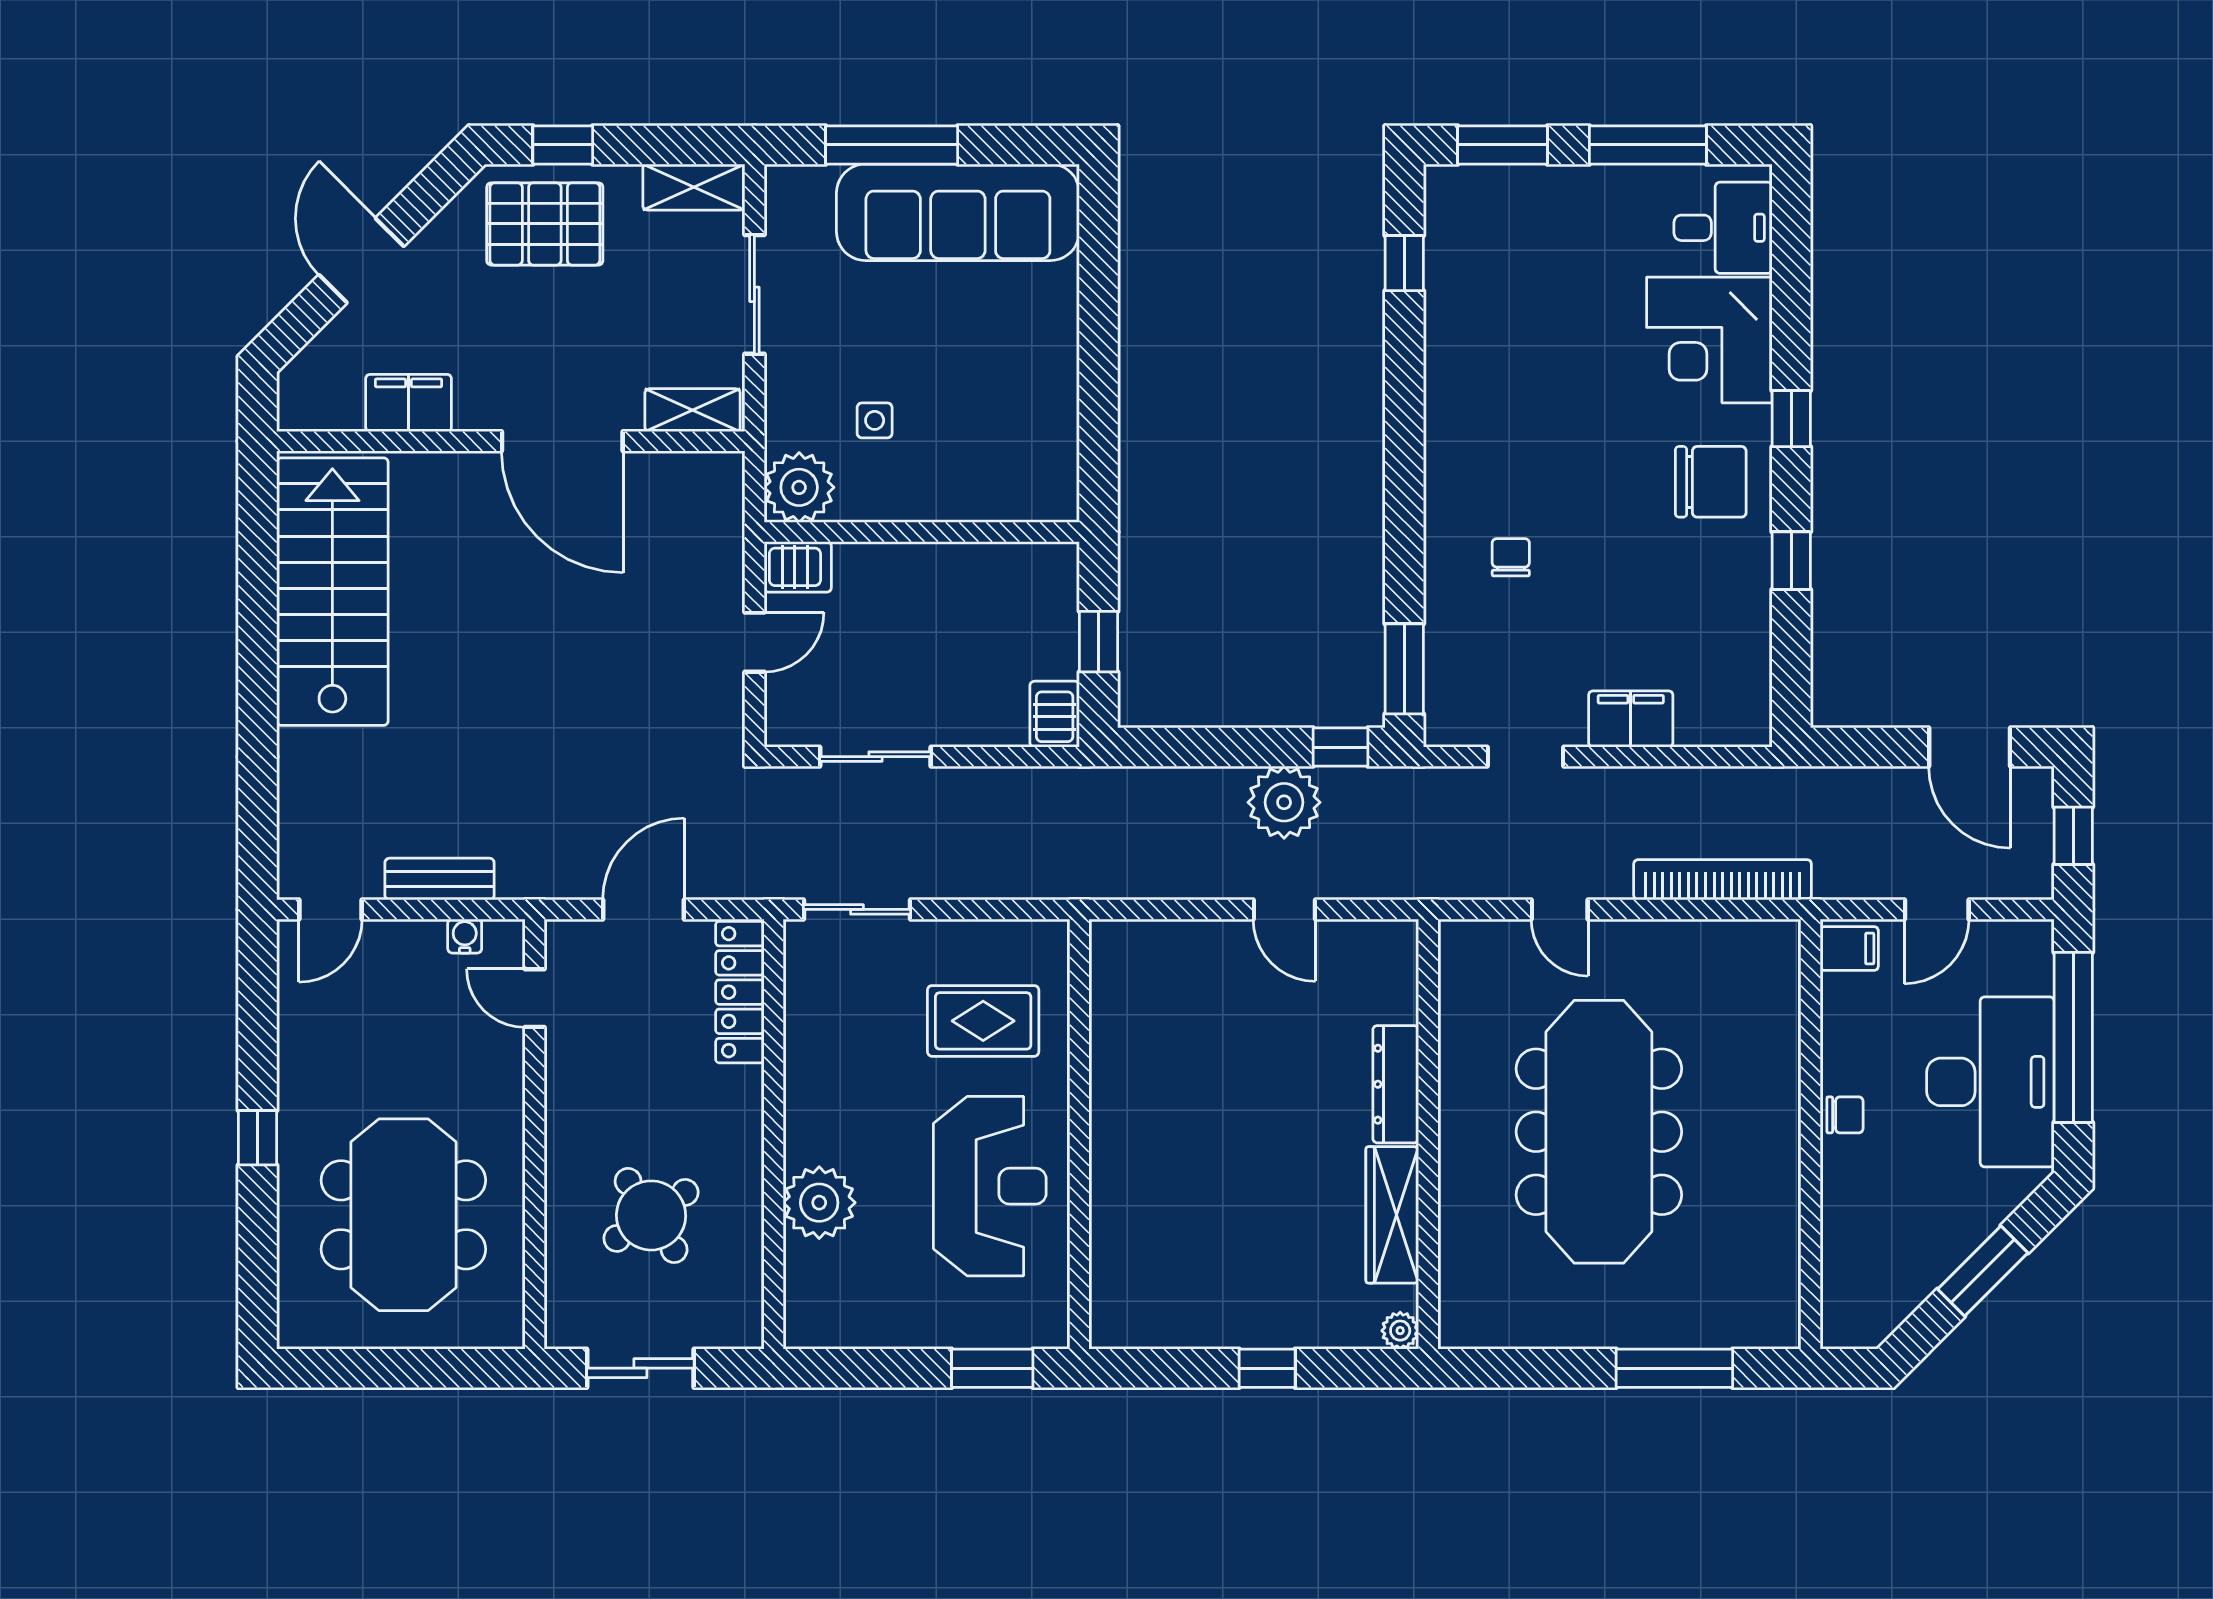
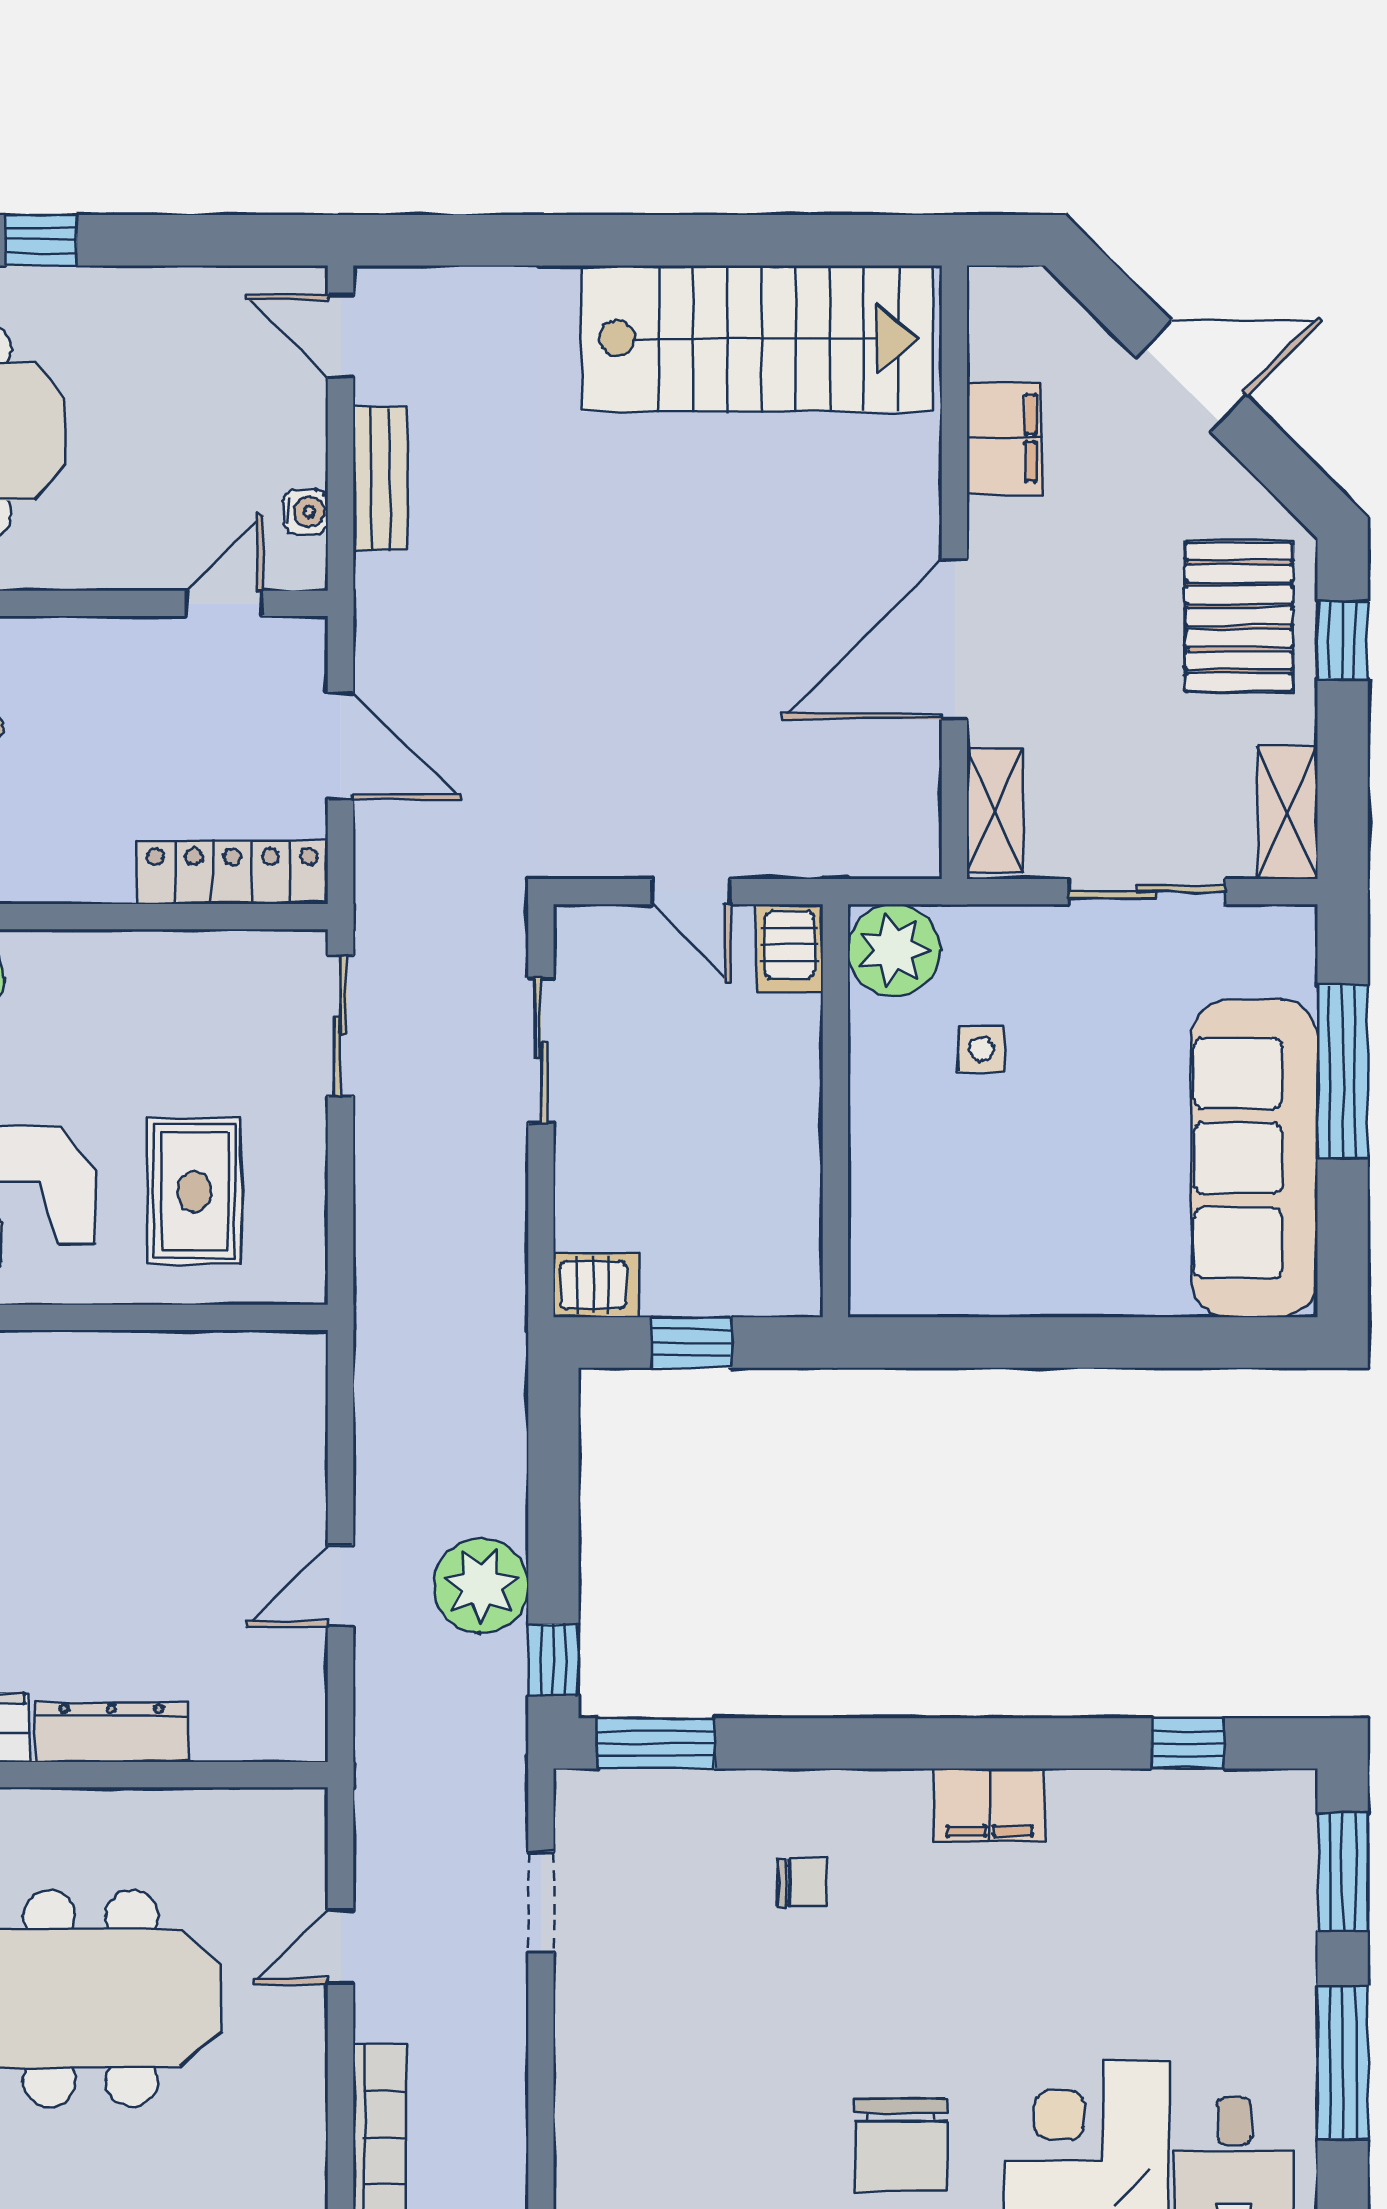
filing cabinet: (1631, 719) -> (989, 1805), moved, turned 90

